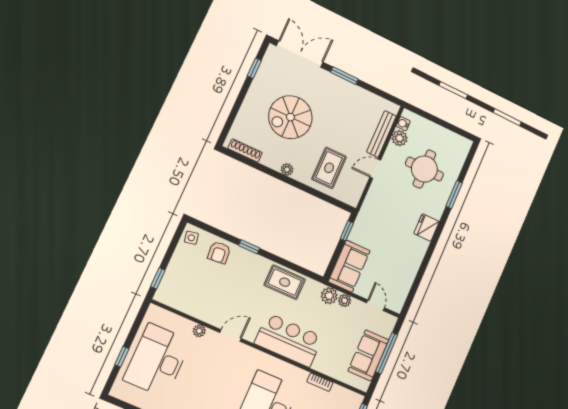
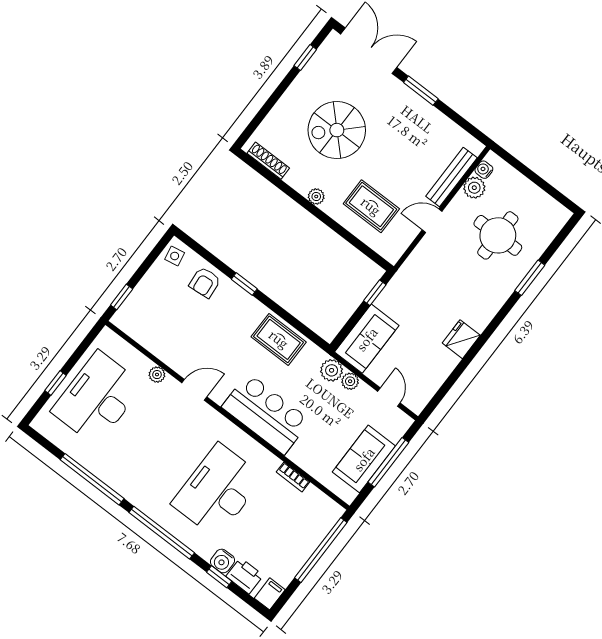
rug: (329, 168) -> (371, 206), turned 90
fridge: (427, 228) -> (461, 339), moved

